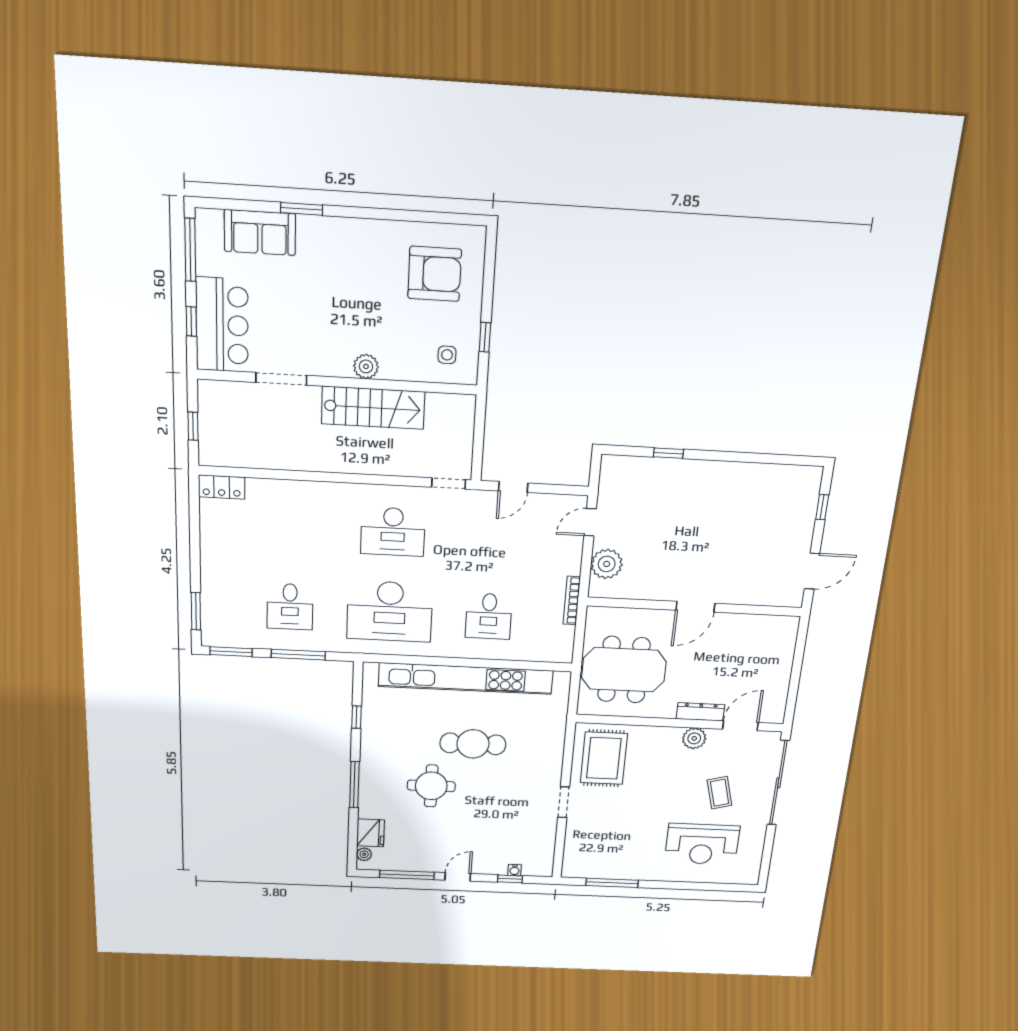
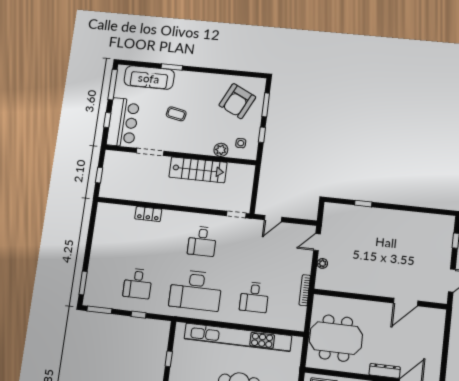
sofa: (260, 233) -> (149, 78), width x1.36
armchair: (435, 274) -> (237, 101), turned 116
window: (489, 279) -> (266, 105), added
coffee table: (321, 304) -> (176, 114), added
plant: (366, 366) -> (221, 150), moved
locker: (222, 487) -> (148, 214), moved
desk: (393, 532) -> (202, 241), width x0.73
plant: (607, 564) -> (322, 263), width x0.53, depth x0.53
door: (695, 607) -> (406, 302), moved
window: (298, 655) -> (139, 315), width x0.46

